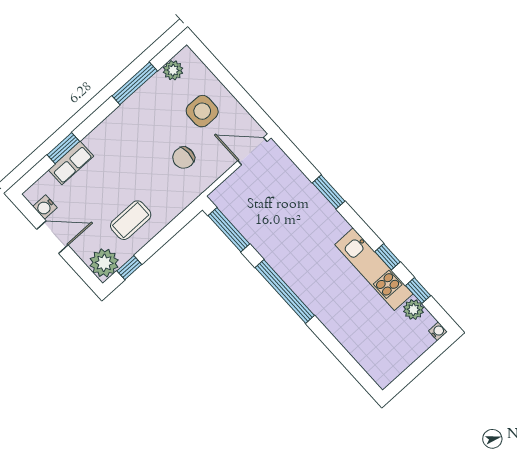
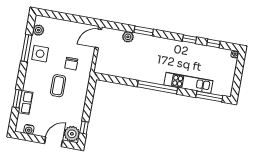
side table: (202, 111) -> (40, 54), moved
coffee table: (131, 220) -> (58, 86), moved
window: (229, 230) -> (209, 97), moved
door: (52, 237) -> (54, 142), moved
kitchen unit: (374, 269) -> (188, 83), moved, turned 180
plant: (413, 310) -> (128, 37), moved

